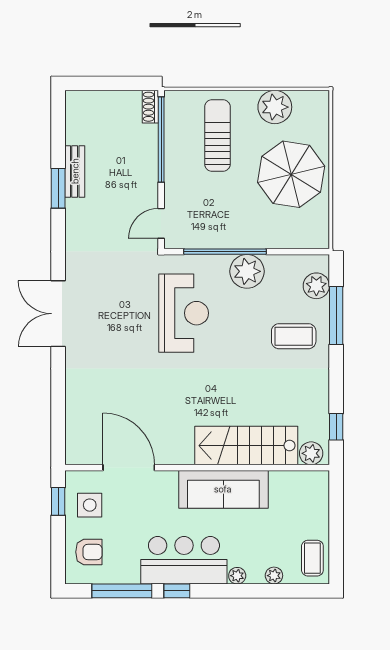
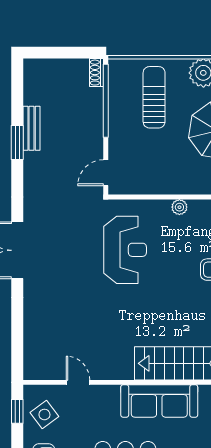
window: (225, 252) -> (161, 197), removed
plant: (247, 271) -> (179, 207), width x0.53, depth x0.53
door: (129, 468) -> (78, 382), width x0.53
side table: (90, 505) -> (44, 414), turned -37

